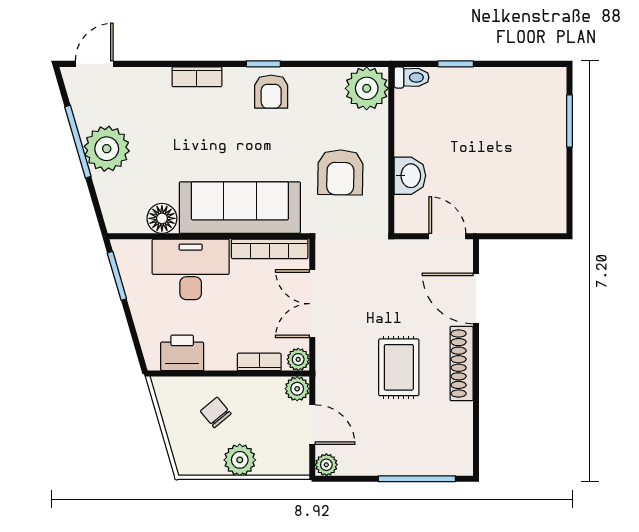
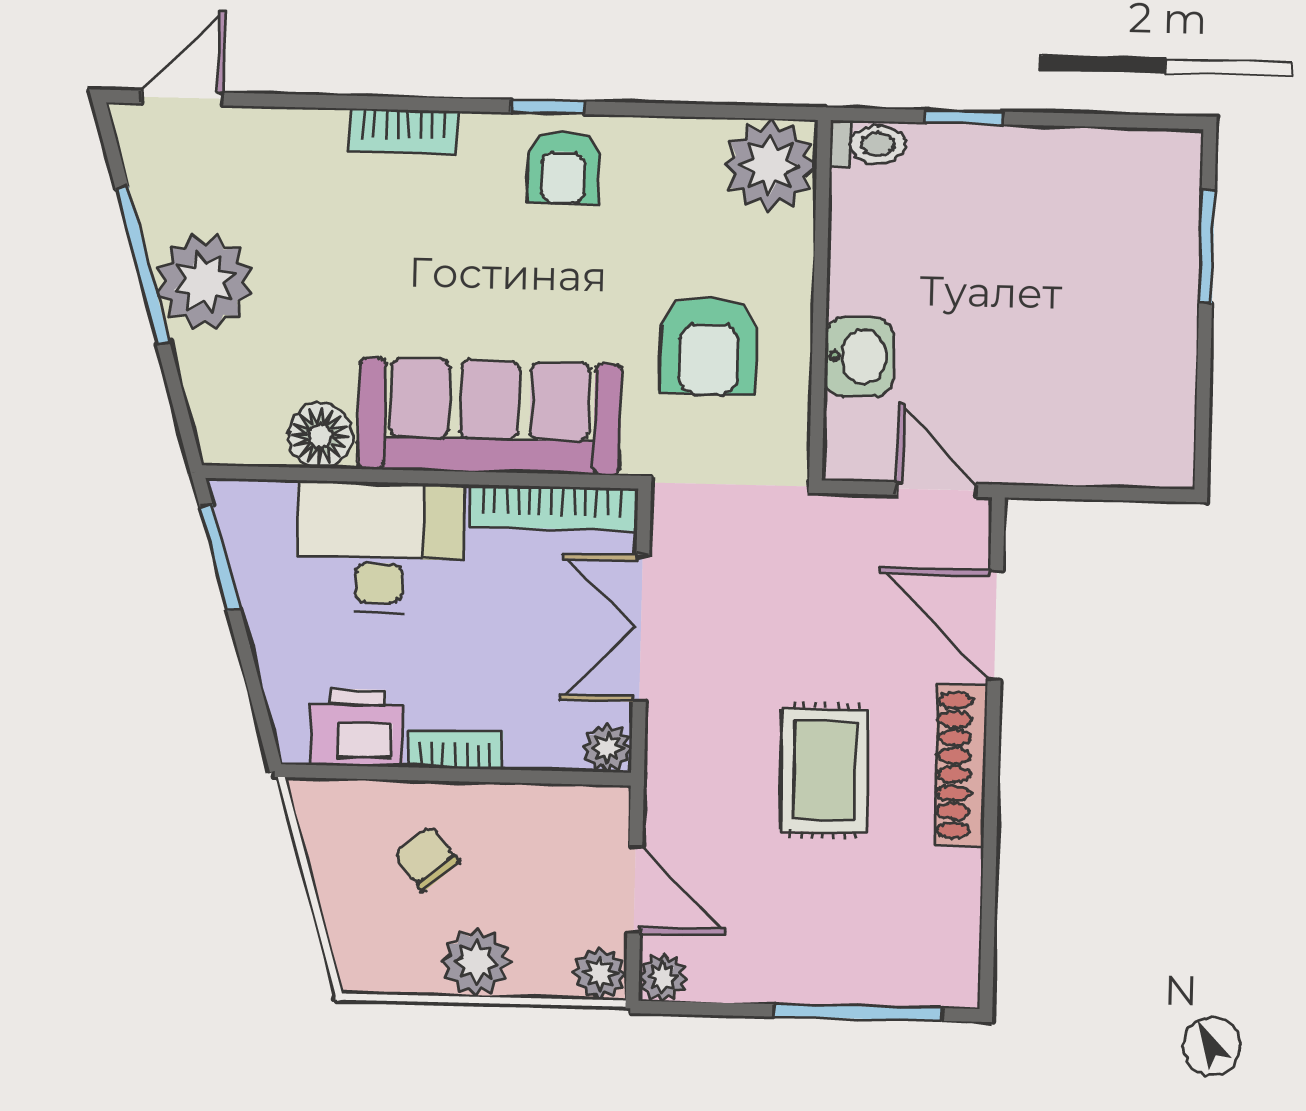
bookcase: (259, 362) -> (455, 750), moved
plant: (297, 389) -> (600, 973), moved

